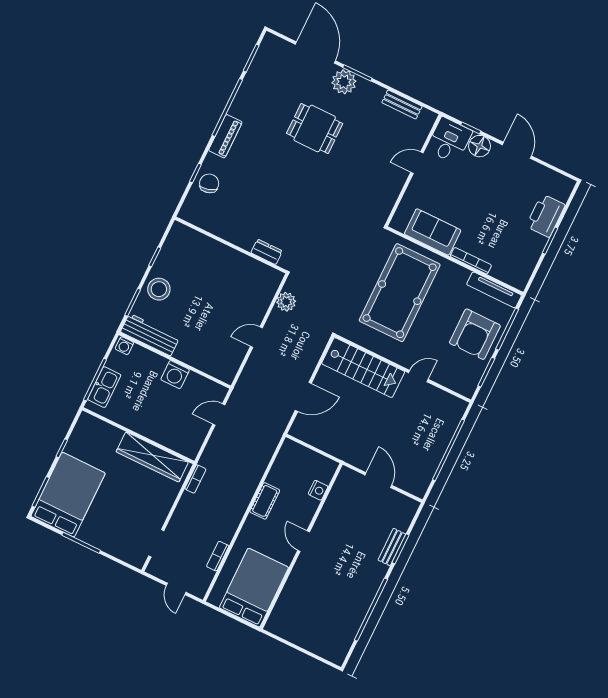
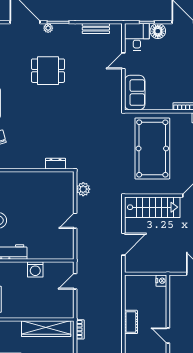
plant: (344, 82) -> (48, 28), width x0.53, depth x0.53
sofa: (433, 232) -> (135, 93), moved, turned 90
nightstand: (318, 490) -> (161, 281), moved

